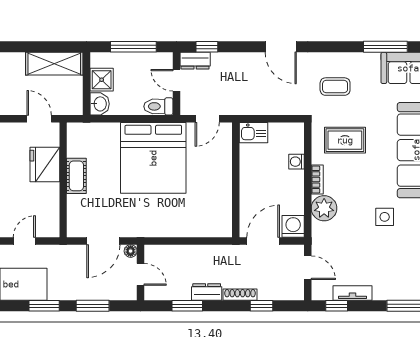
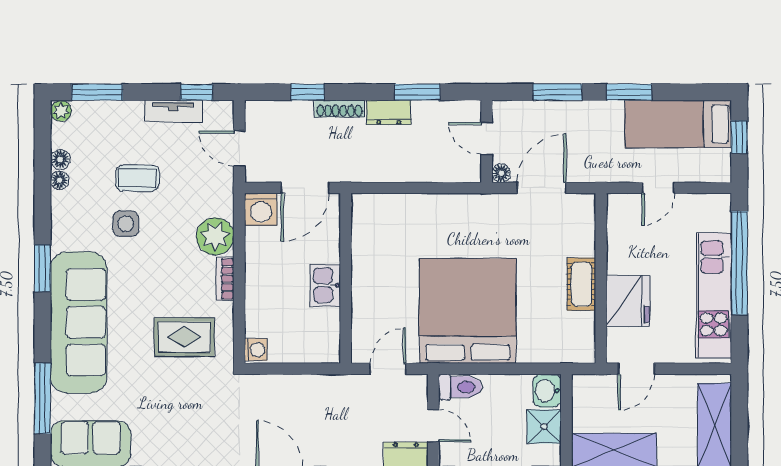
coffee table: (335, 87) -> (137, 178), moved
door: (39, 119) -> (636, 369), hinge flipped
kitchen sink: (253, 133) -> (325, 285), moved, turned -90
washing machine: (297, 162) -> (256, 350), moved

